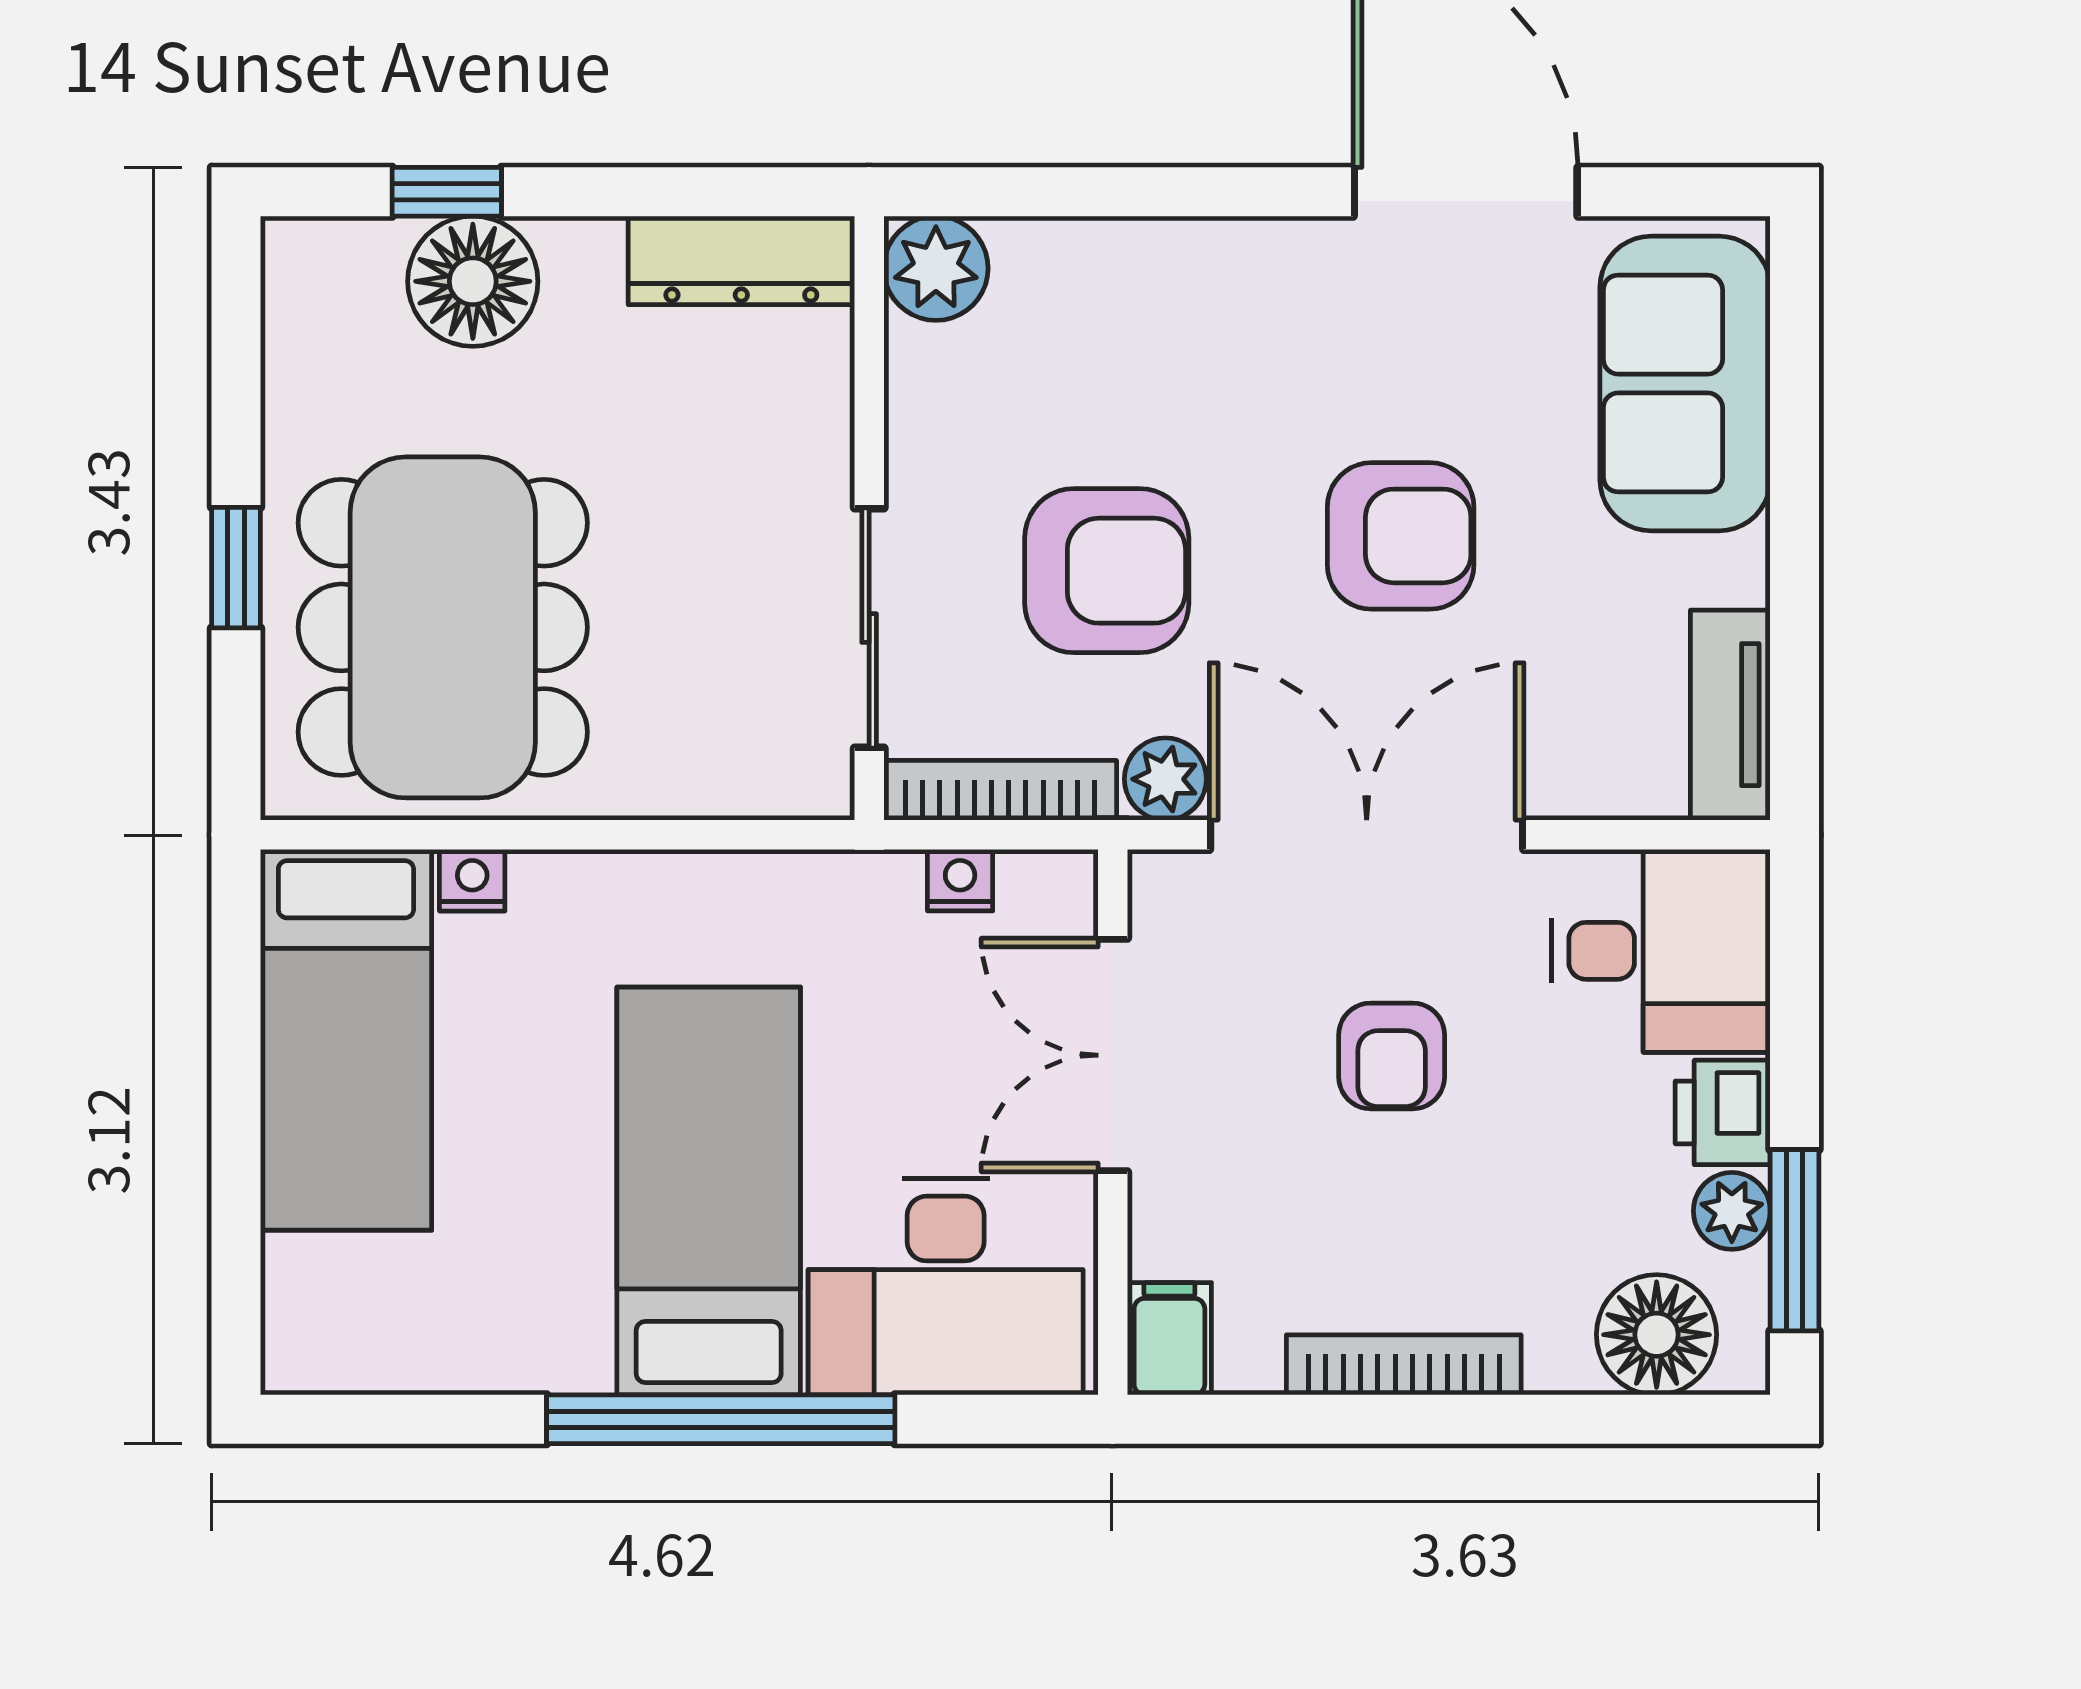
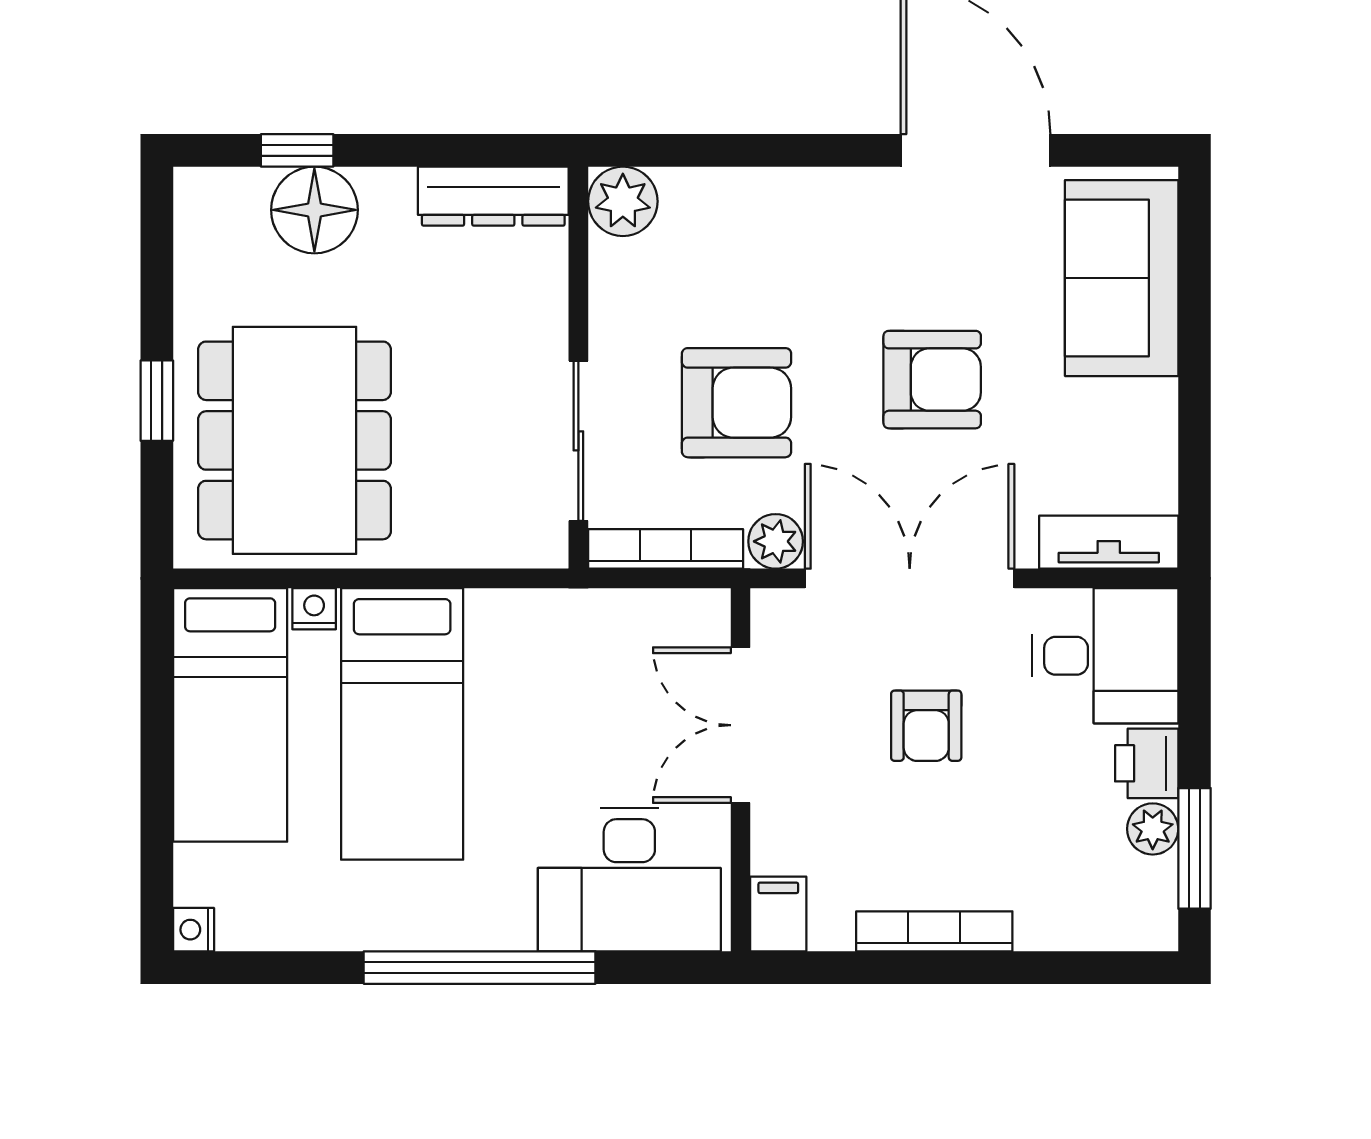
tv unit: (1730, 715) -> (1109, 542), moved, turned 90
nightstand: (960, 880) -> (194, 930), moved, turned -90
bed: (709, 1191) -> (402, 724), moved, turned 180
floor lamp: (1657, 1335) -> (1103, 911), removed

